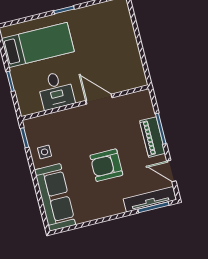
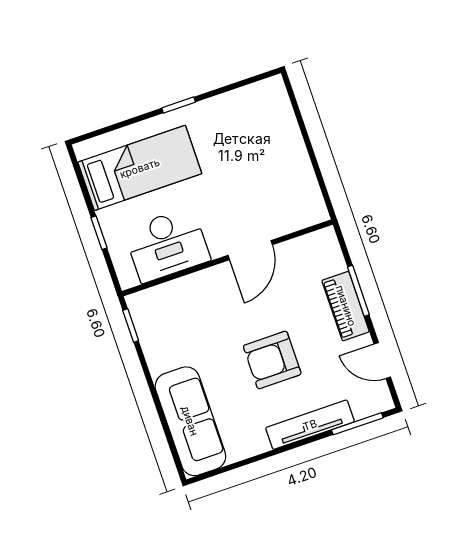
desk: (56, 90) -> (167, 245), width x1.37
door: (99, 99) -> (250, 250), swing flipped
side table: (45, 152) -> (166, 347), removed
tv unit: (150, 199) -> (310, 425), moved

